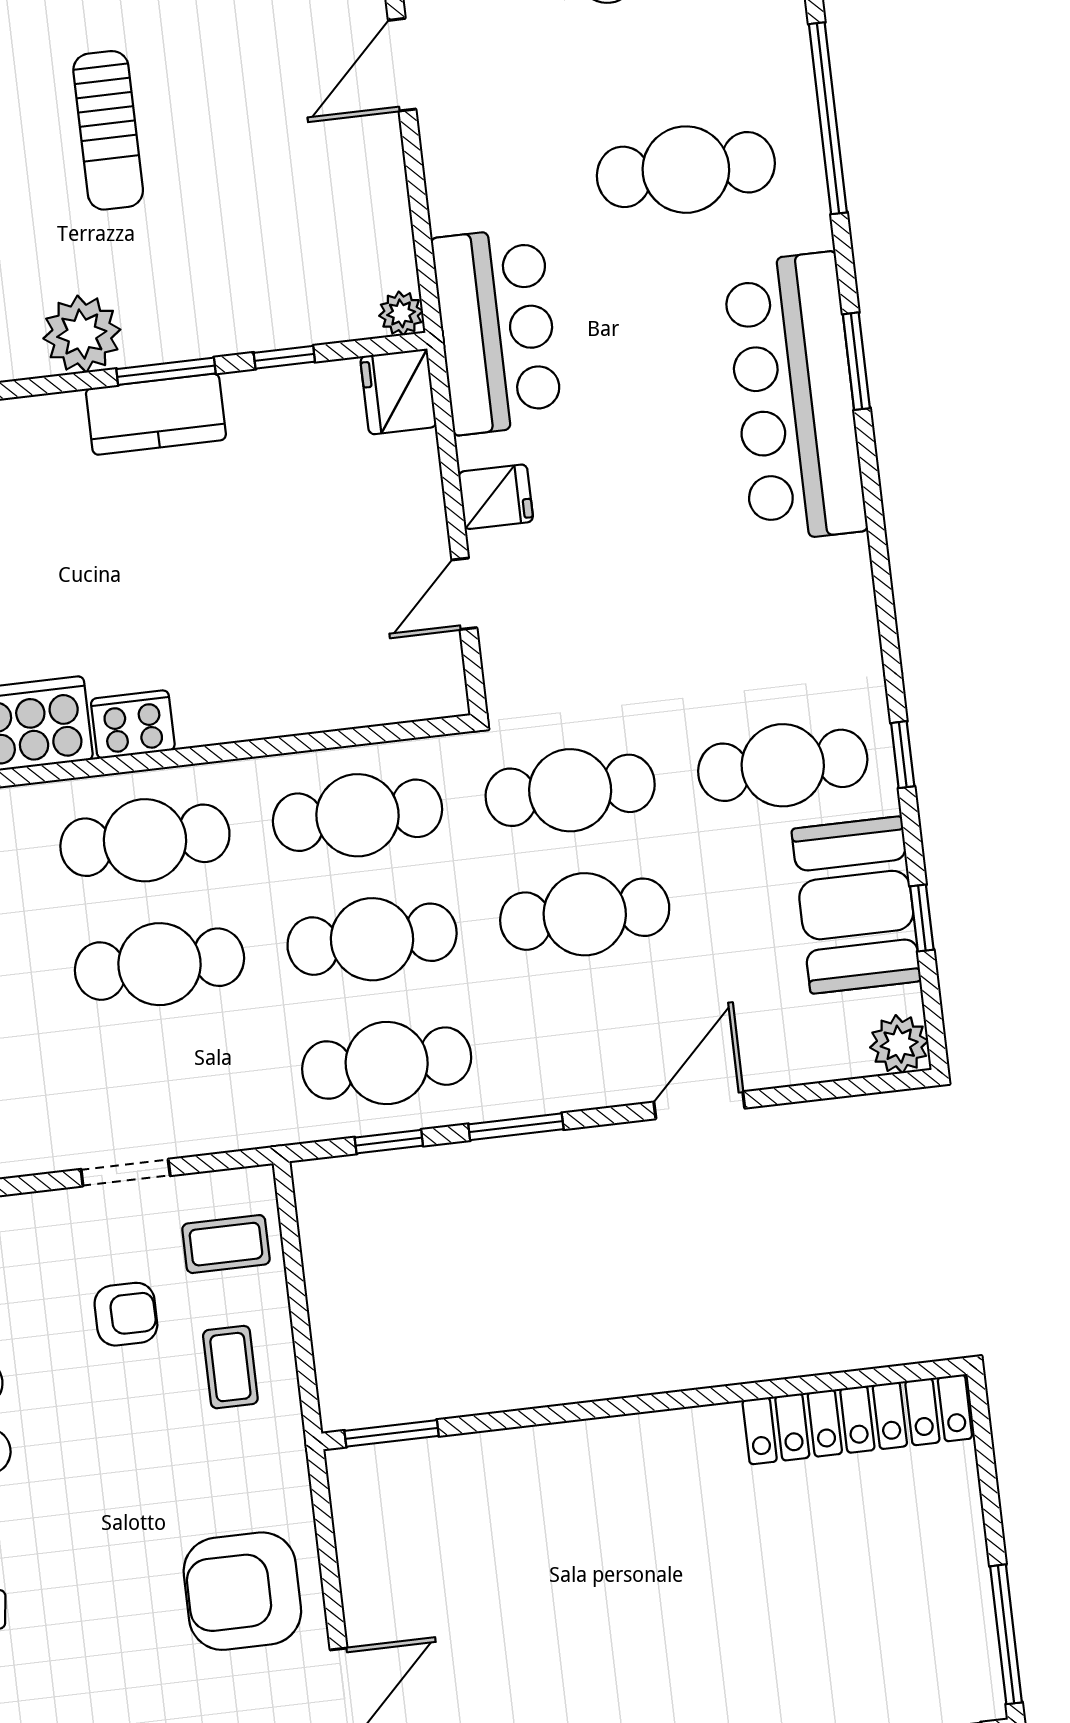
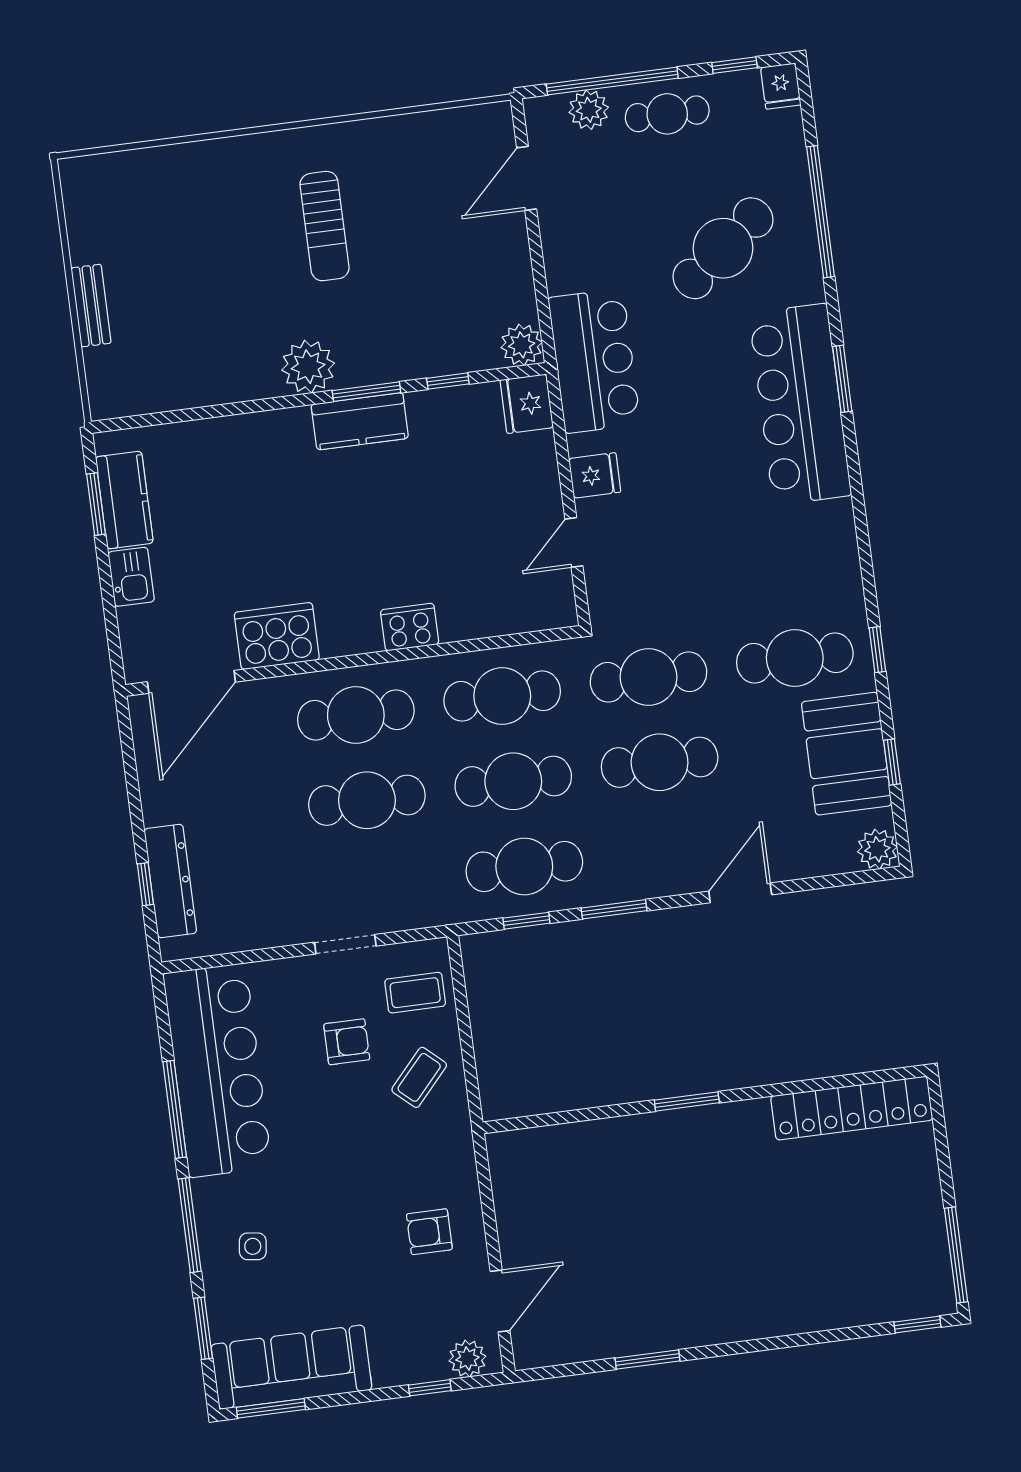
cafe table: (686, 170) -> (723, 248), turned -38
plant: (401, 313) -> (522, 345), width x1.38, depth x1.38
cooker: (133, 724) -> (410, 627), moved
coffee table: (230, 1367) -> (419, 1077), turned 42
window: (392, 1433) -> (687, 1101), moved
armchair: (242, 1591) -> (429, 1232), width x0.53, depth x0.53

